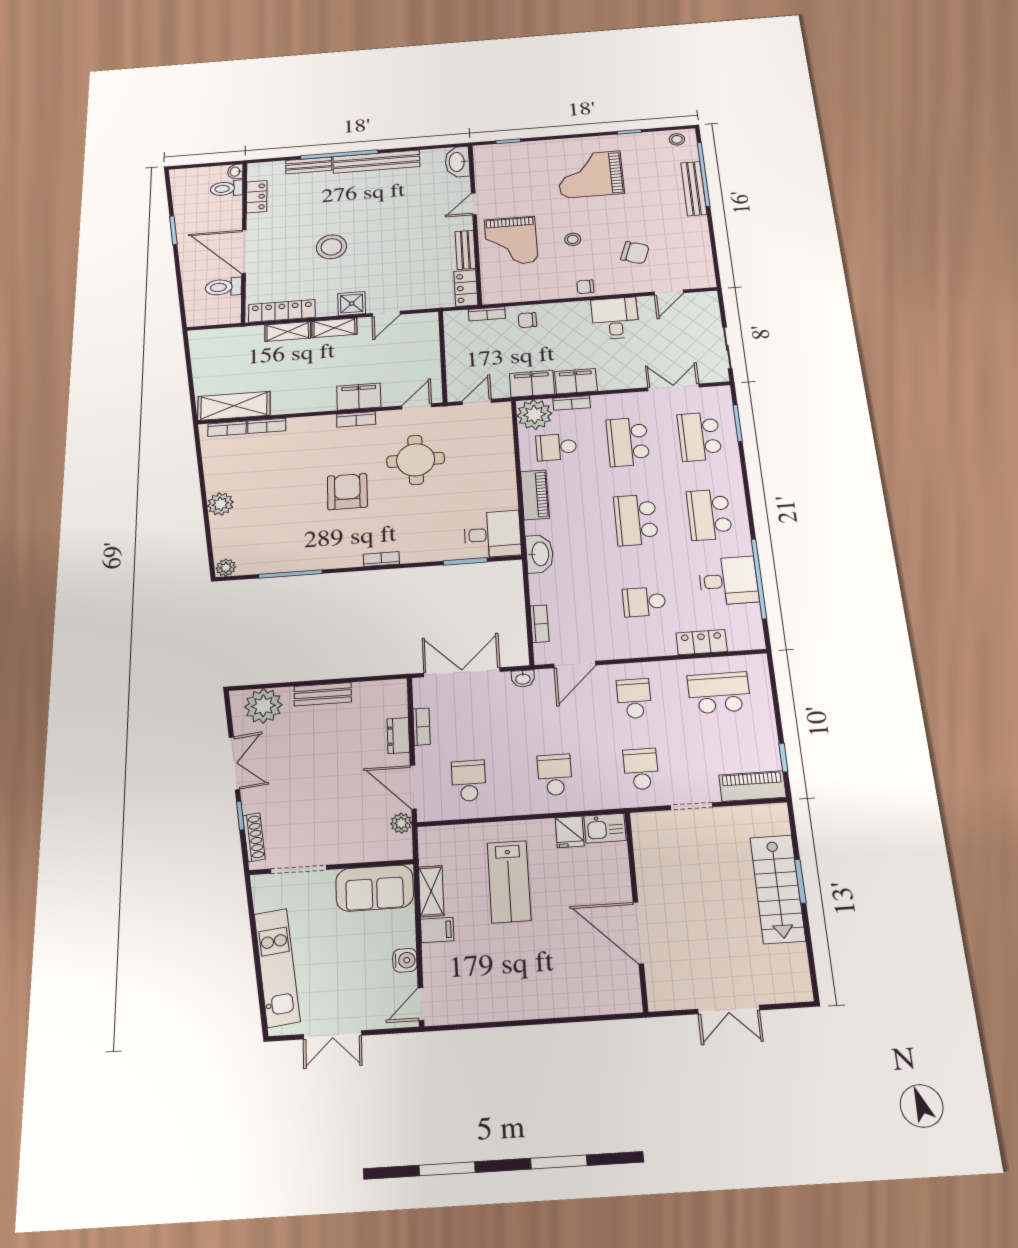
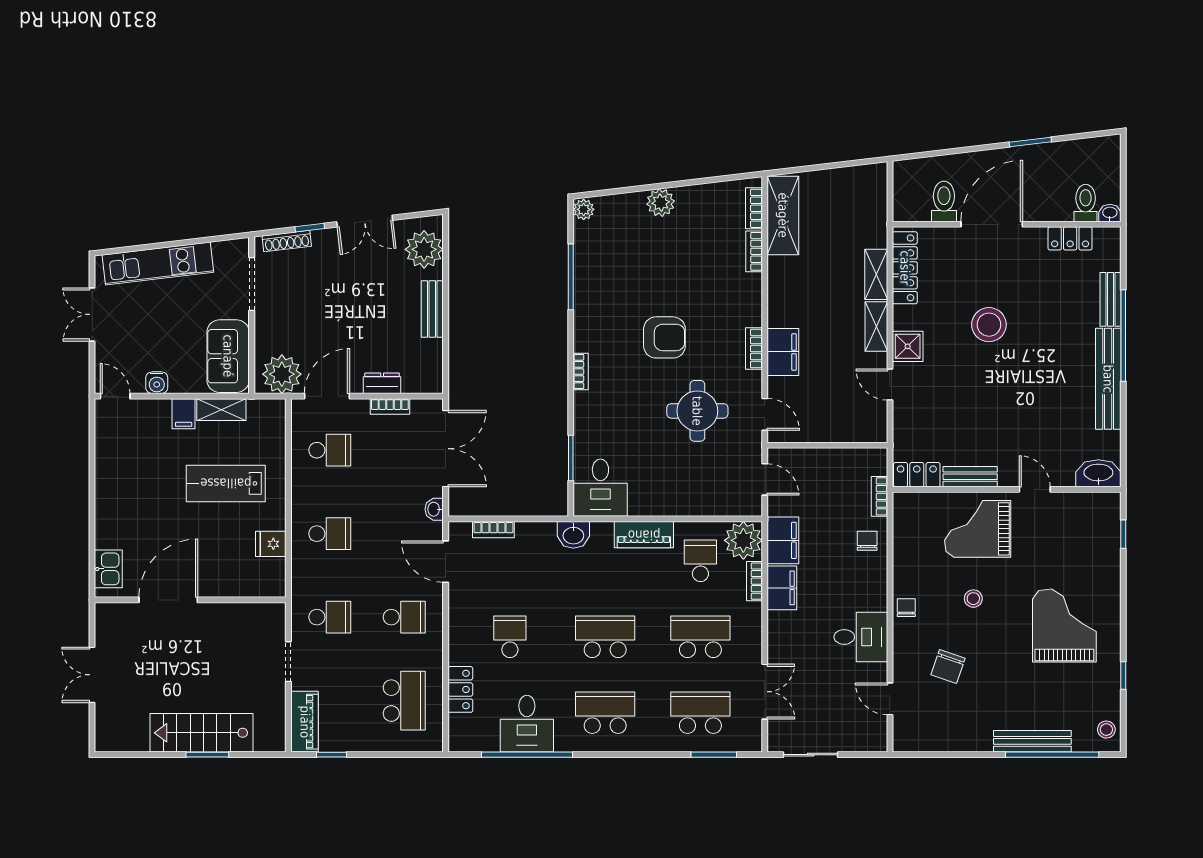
washbasin: (540, 554) -> (573, 535), width x0.72
plant: (401, 823) -> (282, 374), width x1.88, depth x1.88
kitchen sink: (605, 828) -> (108, 569), moved, turned 180

